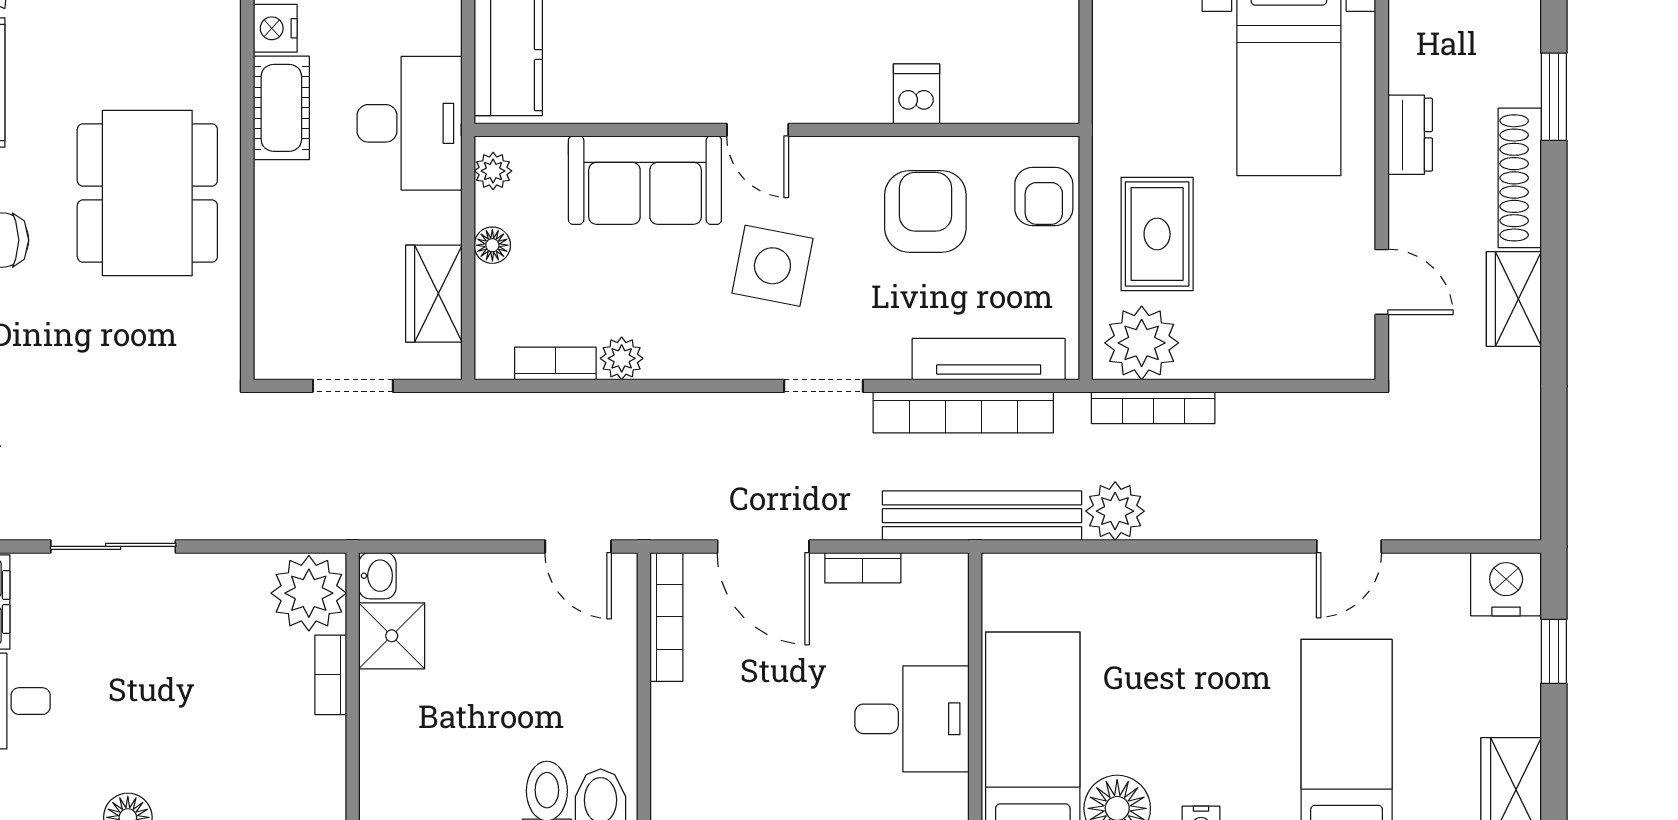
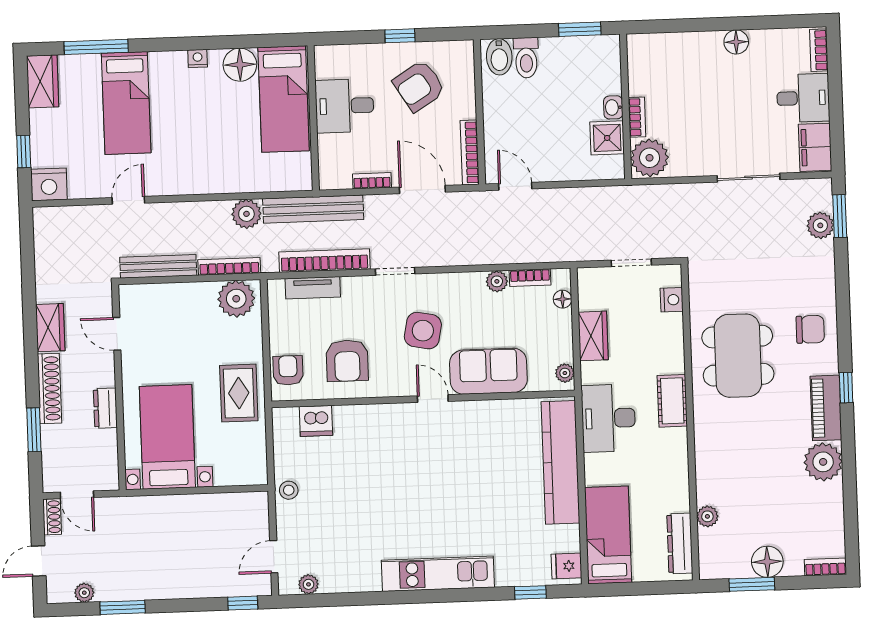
nightstand: (275, 28) -> (672, 300), moved
dishwasher: (916, 94) -> (316, 421), moved, width x1.38
desk: (410, 123) -> (608, 418), moved
rug: (1157, 234) -> (239, 393), moved
floor lamp: (492, 245) -> (562, 299), moved
wardrobe: (434, 294) -> (593, 336), moved
tv unit: (989, 359) -> (313, 288), width x0.71
bench: (1295, 413) -> (158, 266), added
washbasin: (377, 576) -> (613, 107), moved
armchair: (762, 753) -> (419, 86), added

